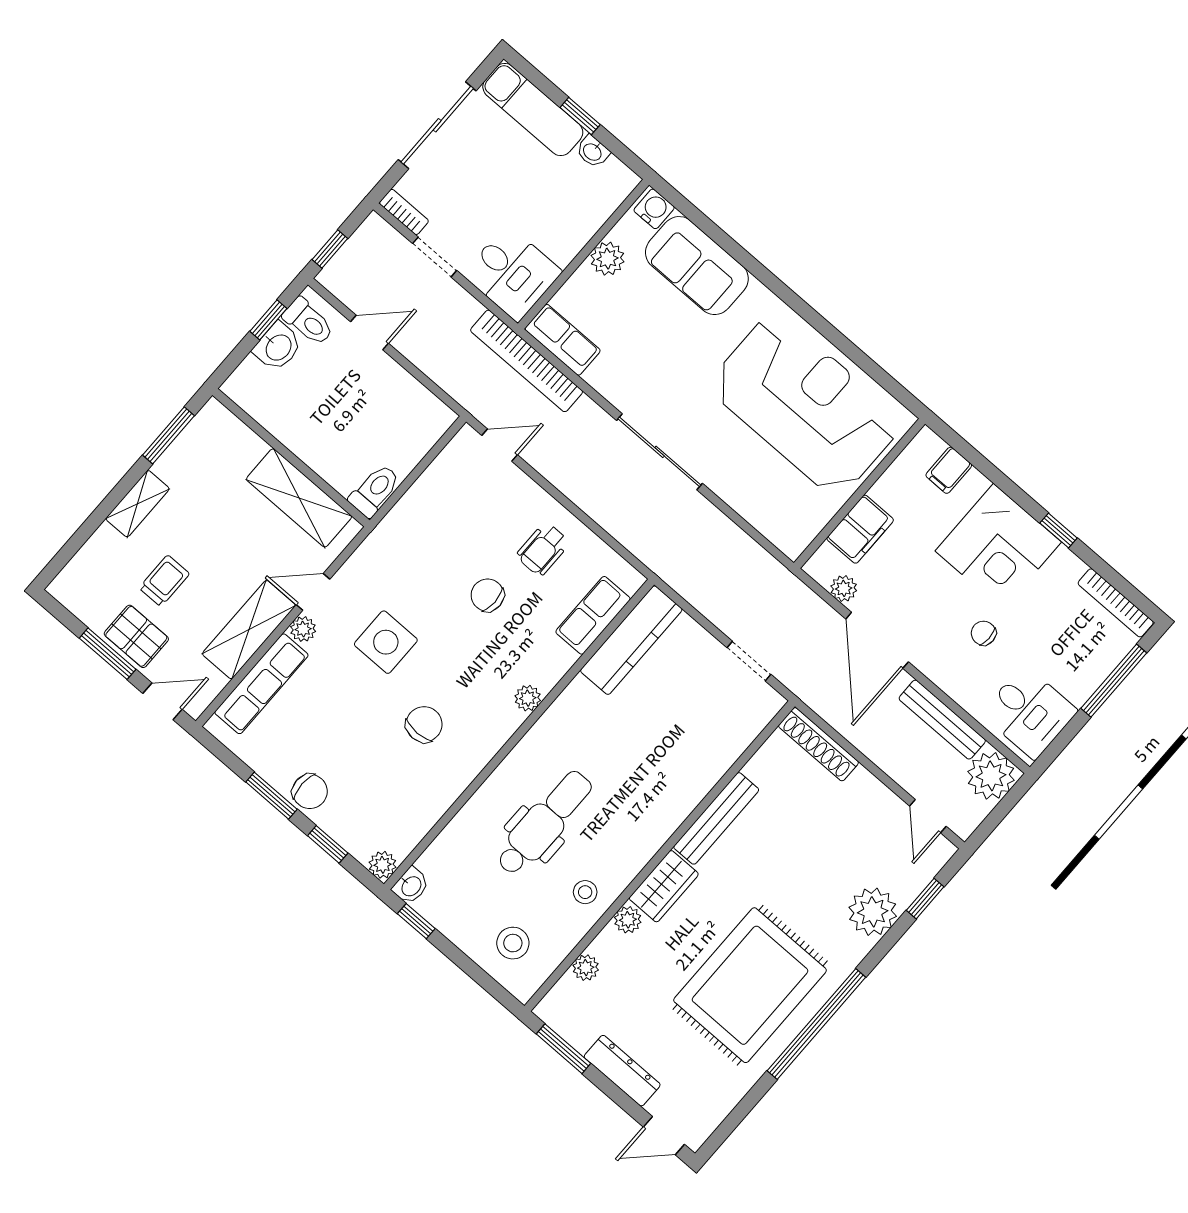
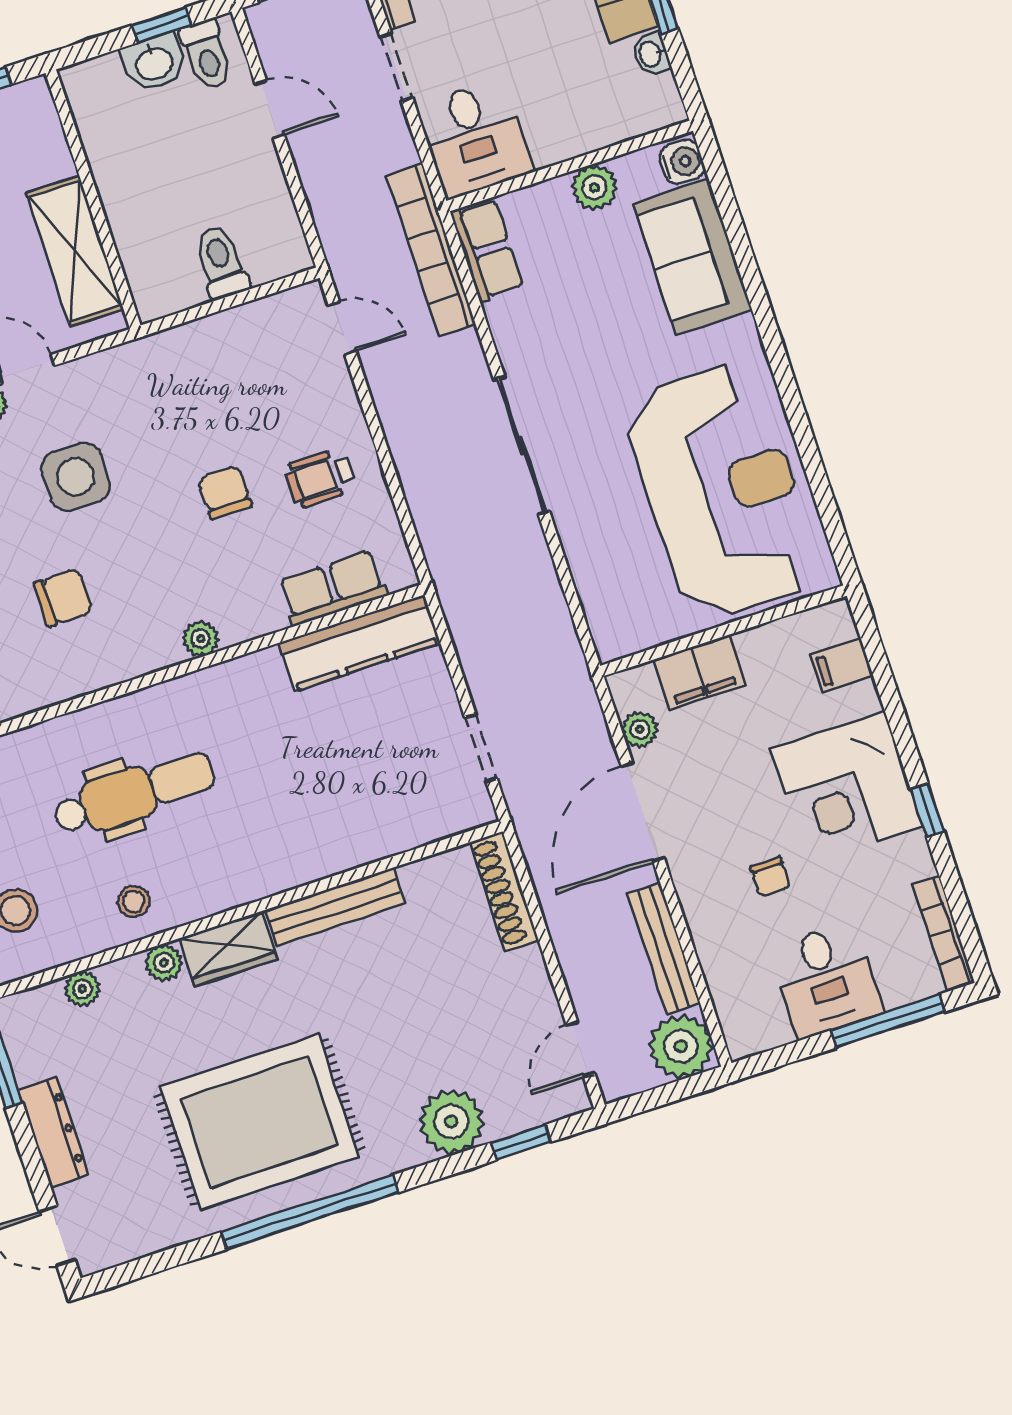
toilet: (375, 491) -> (221, 262), moved, turned -90
chair: (984, 633) -> (770, 877), turned 180
desk: (1029, 712) -> (826, 980), moved

